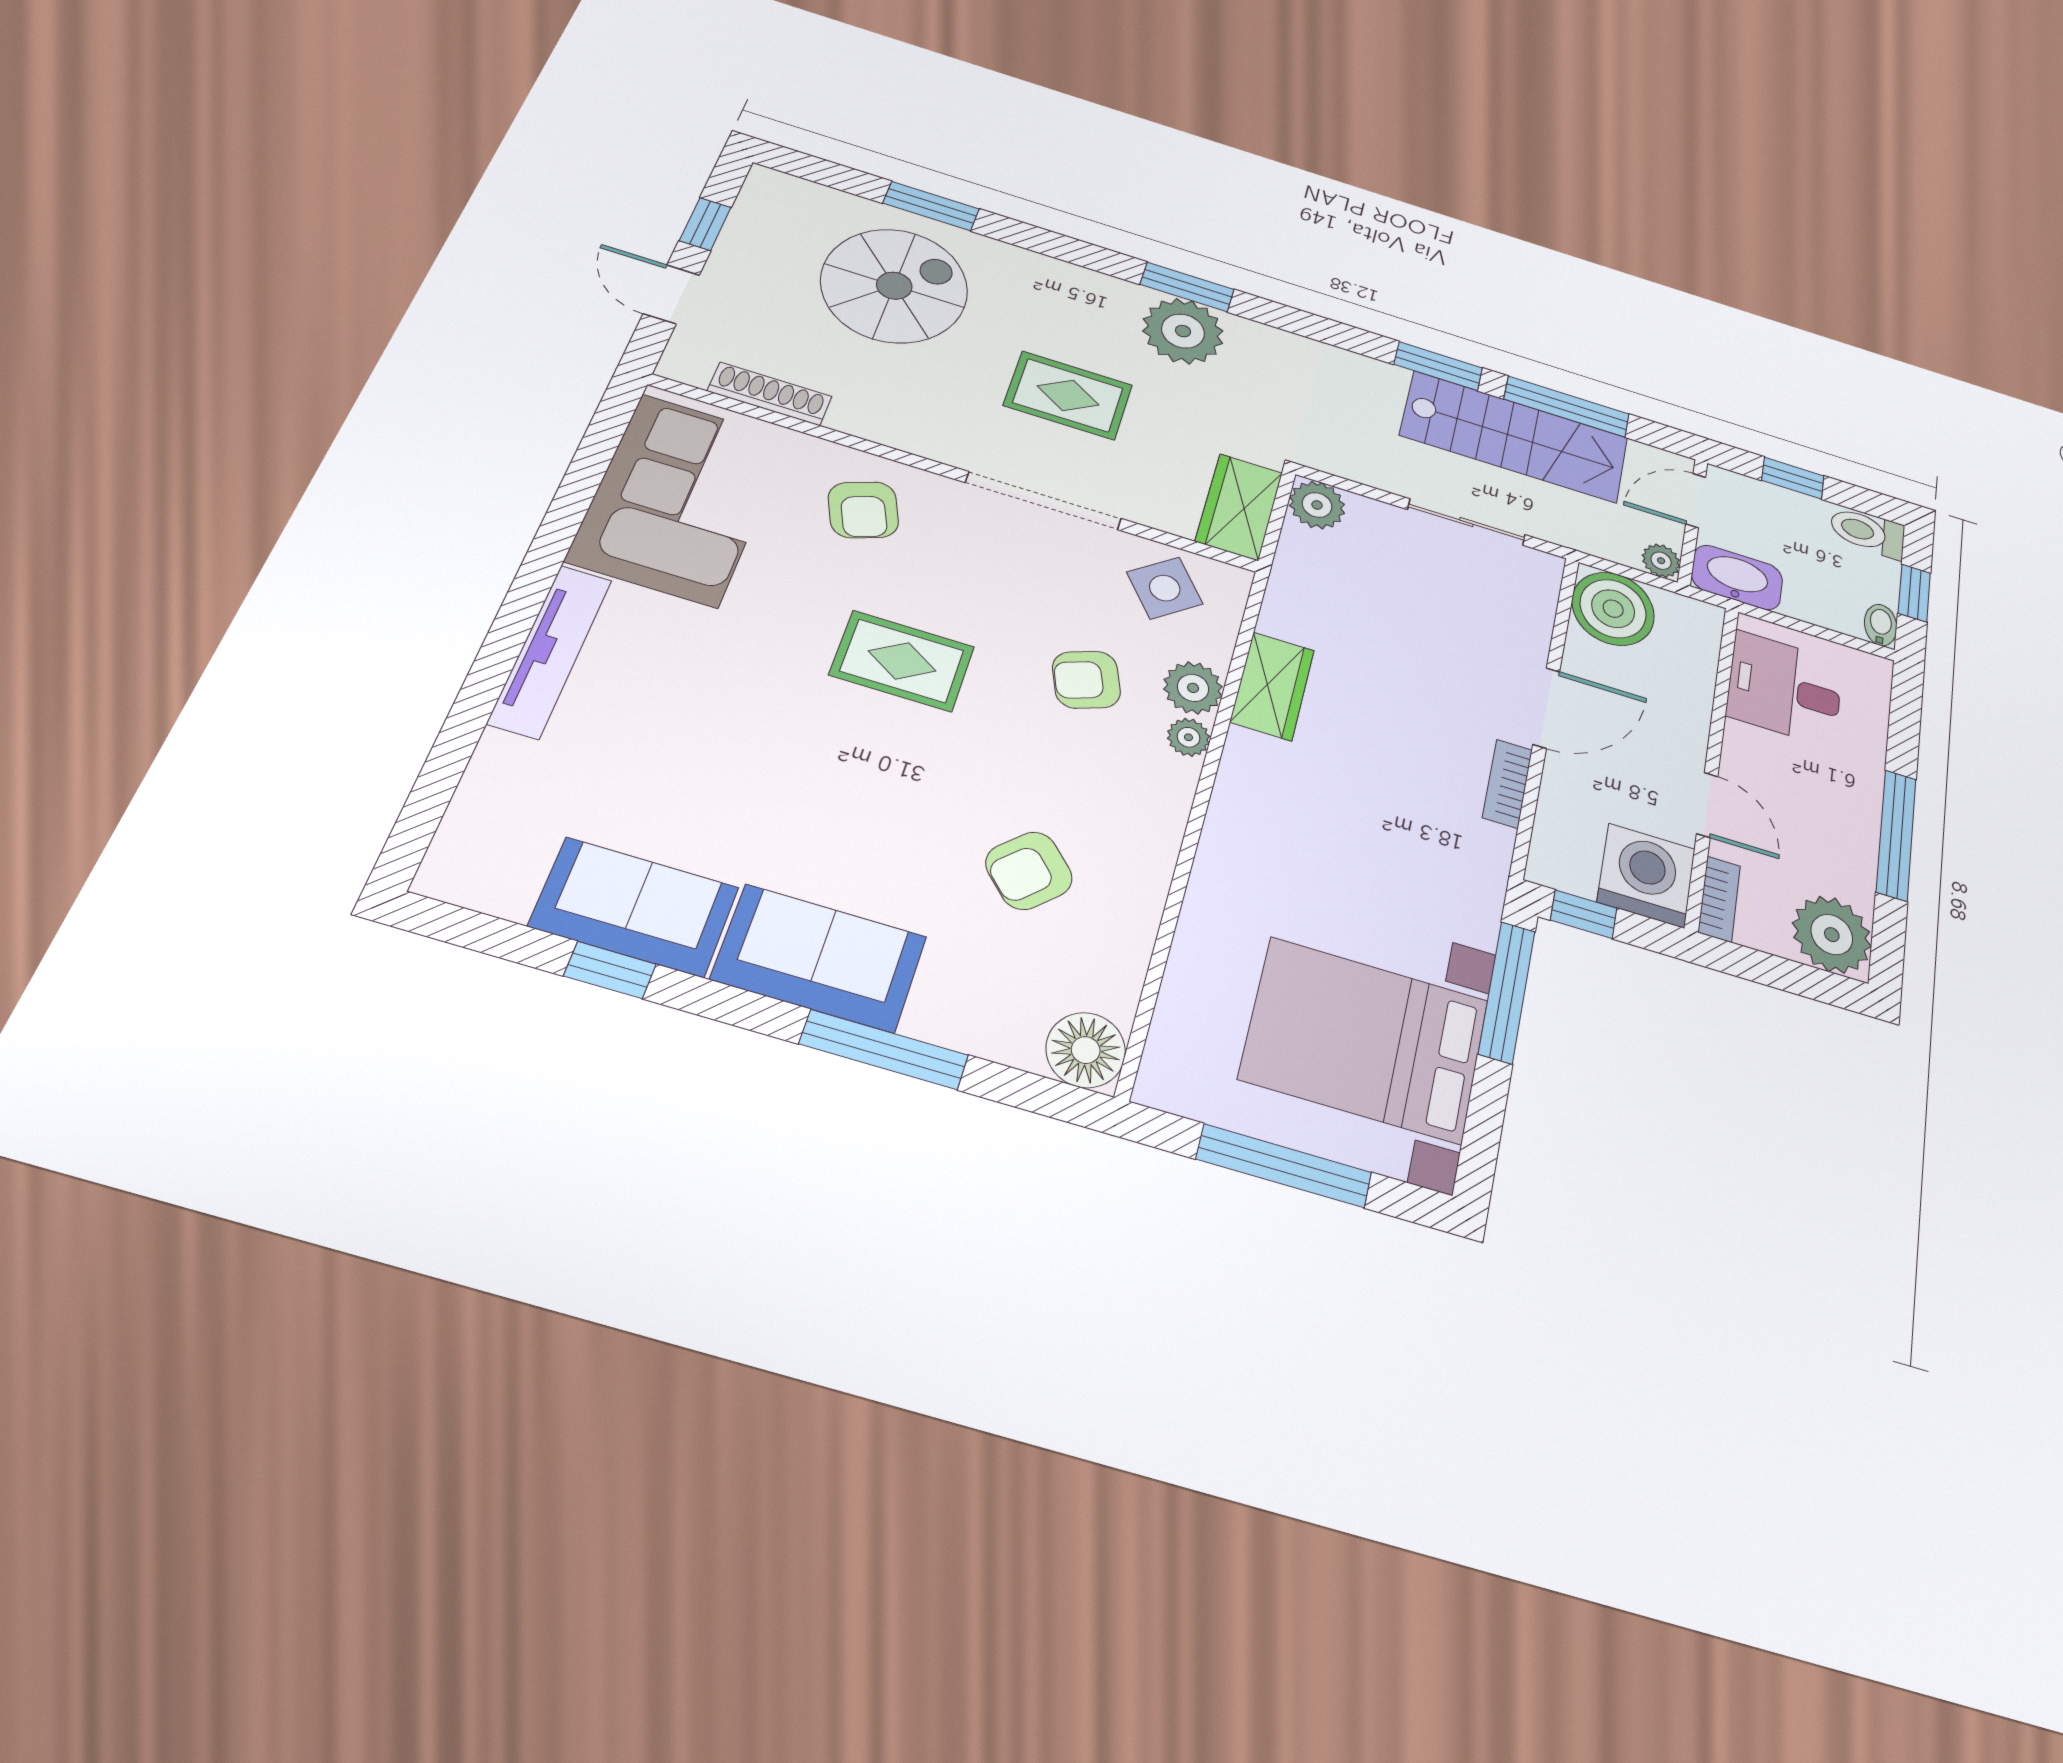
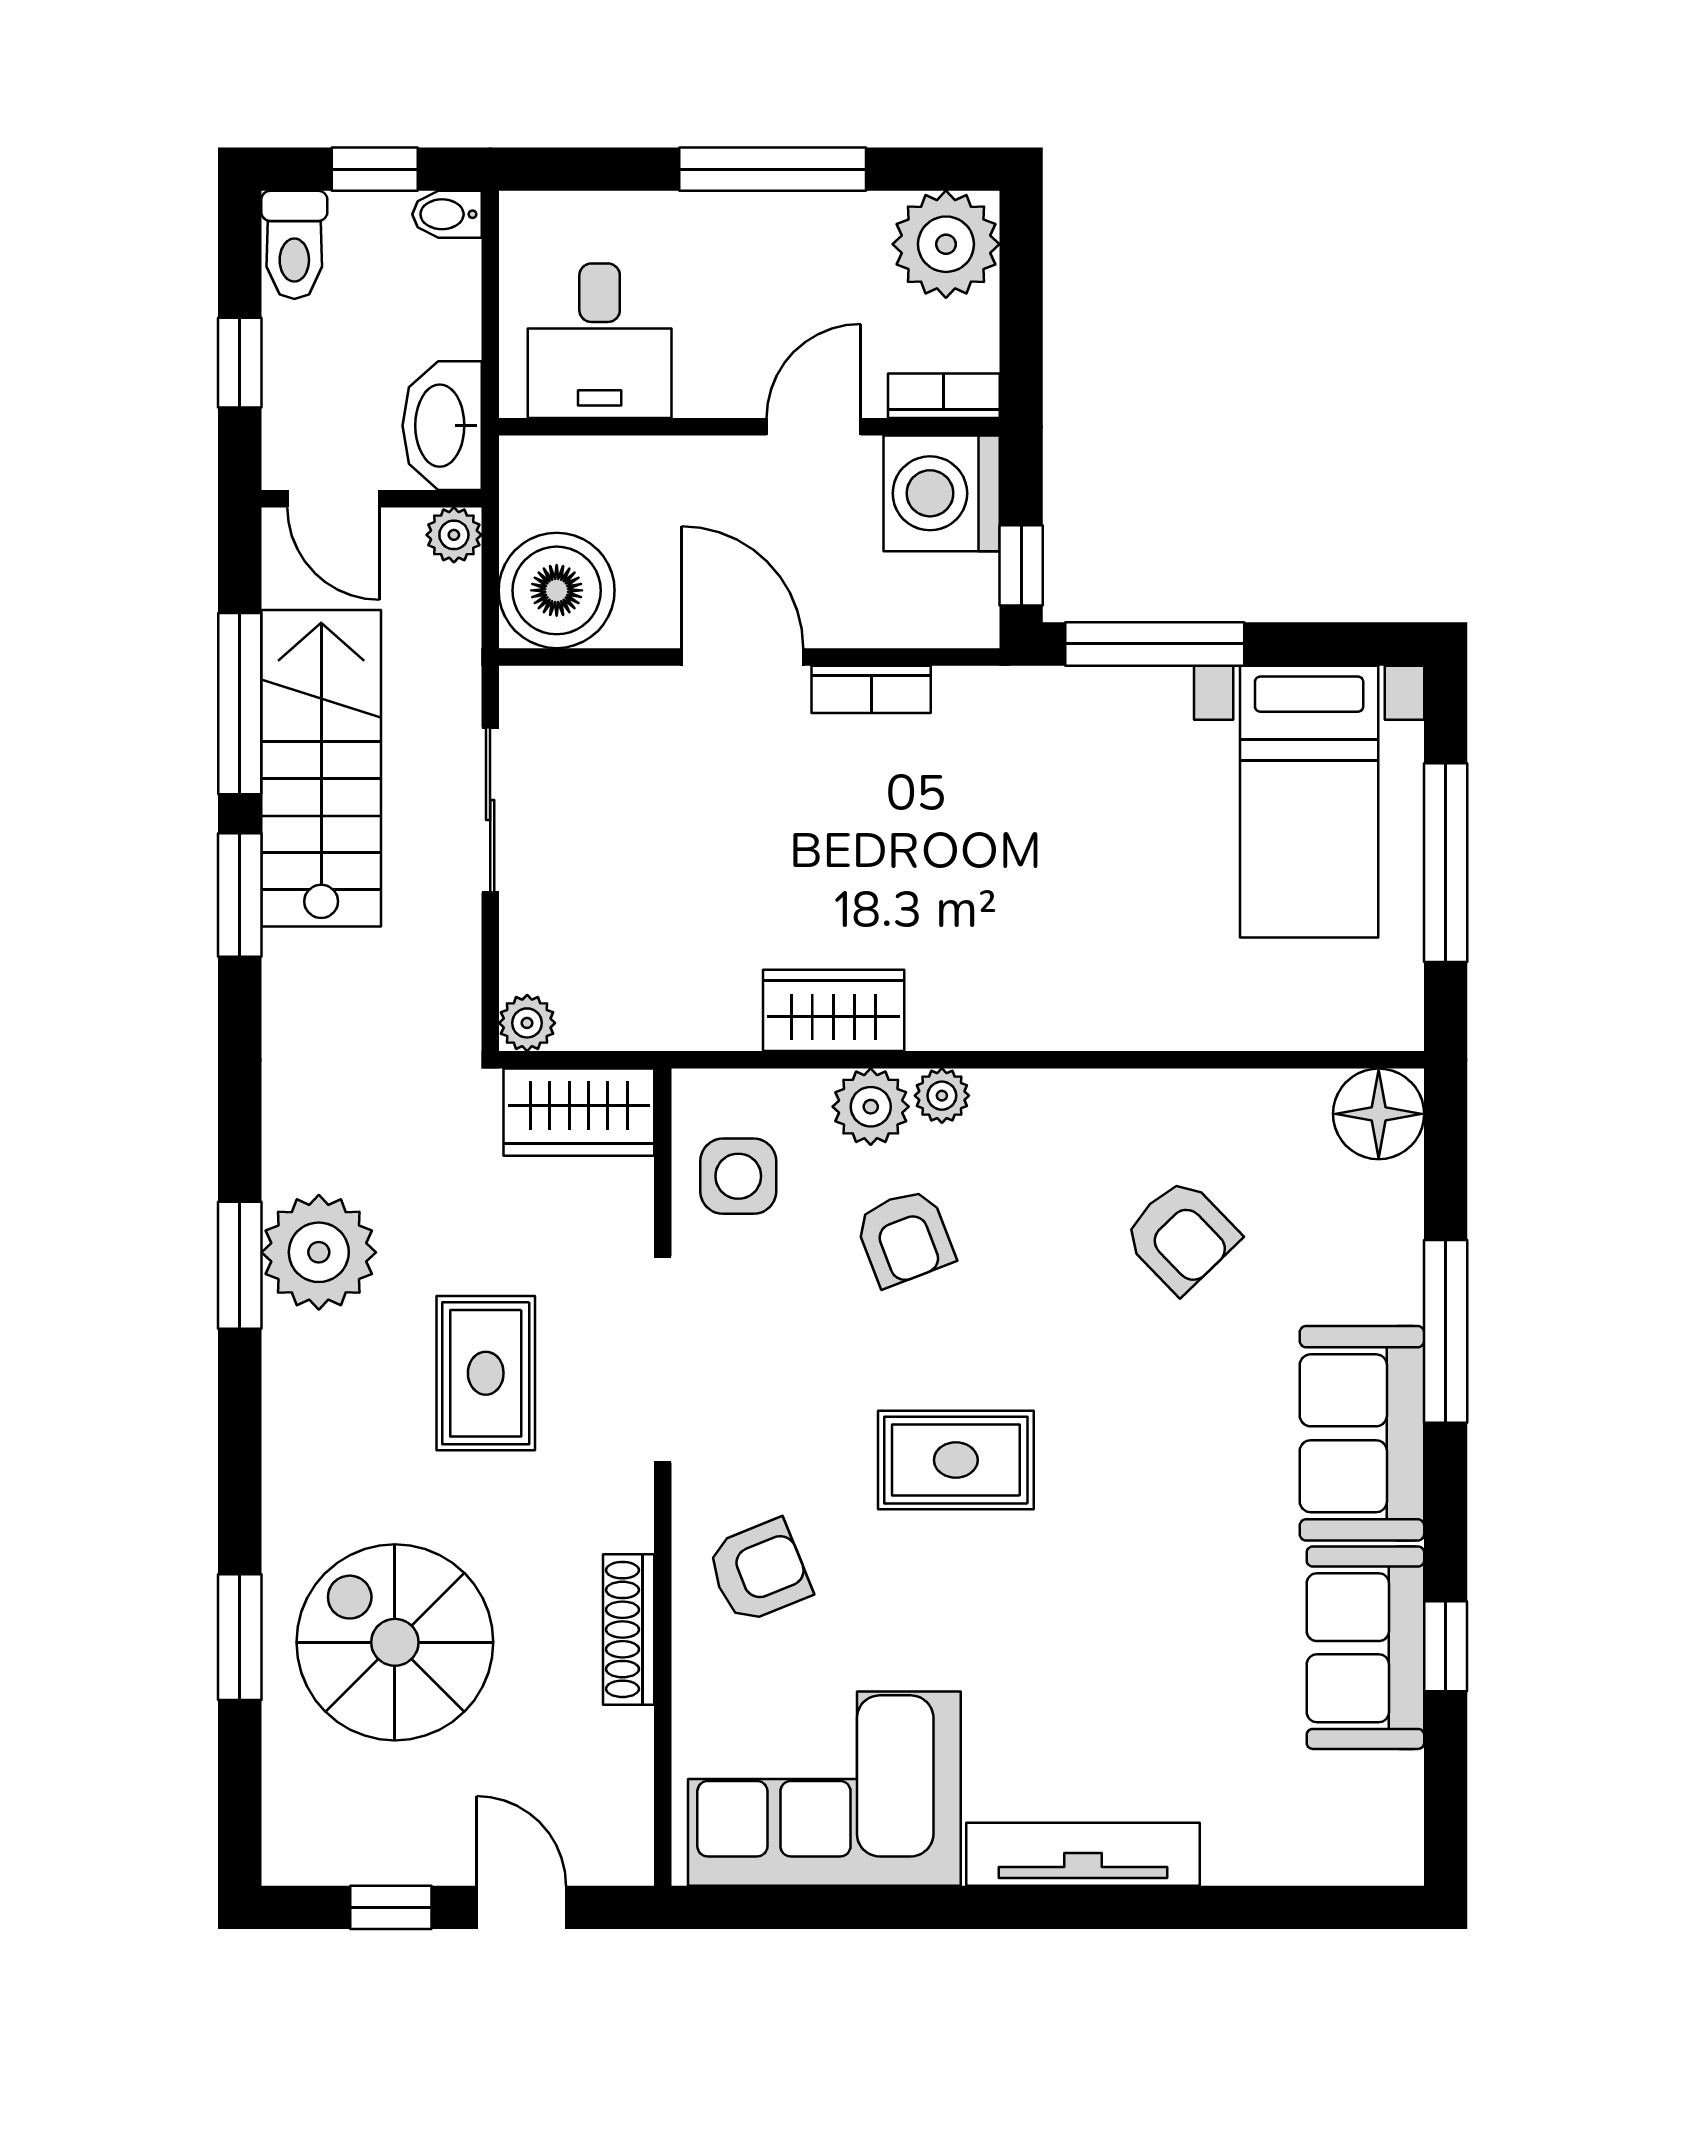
door: (671, 294) -> (521, 1907), swing flipped
shoe rack: (770, 394) -> (629, 1629), moved
plant: (1317, 505) -> (527, 1023), width x0.73, depth x0.73
side table: (1165, 588) -> (738, 1176), turned 38
rug: (902, 661) -> (956, 1460), turned 90
bed with nightstands: (1365, 1039) -> (1309, 802), width x0.73

